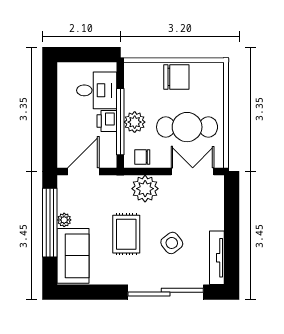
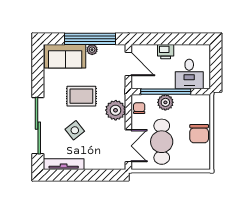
printer: (107, 121) -> (166, 52), moved, turned 180

